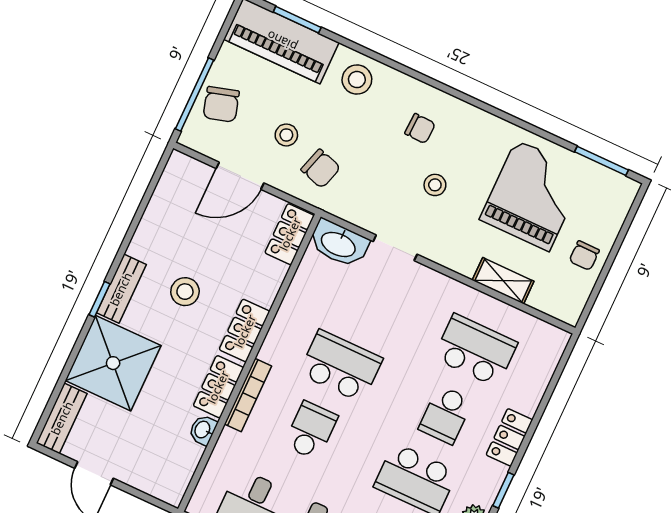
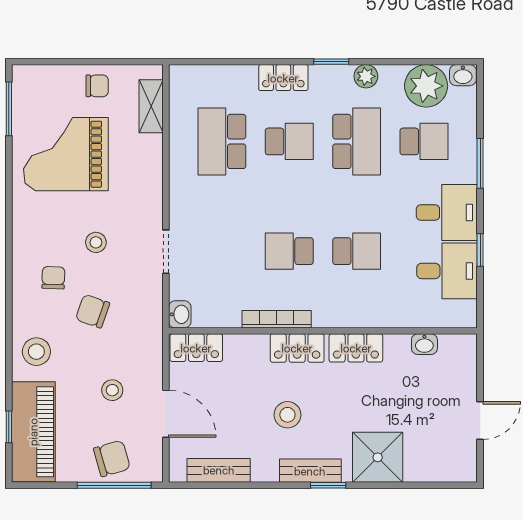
window: (297, 20) -> (9, 427), width x0.67
chair: (321, 169) -> (93, 311), moved, turned -88
washbasin: (339, 244) -> (180, 314), width x0.52, depth x0.69
shelving: (503, 281) -> (151, 106), moved
shower: (113, 363) -> (378, 457), width x0.73, depth x0.73
school desk: (341, 366) -> (289, 251), width x0.54
bookcase: (248, 395) -> (277, 319), moved
bench: (62, 418) -> (219, 470), moved
washbasin: (203, 430) -> (424, 344), moved
school desk: (311, 430) -> (357, 251), turned 180

